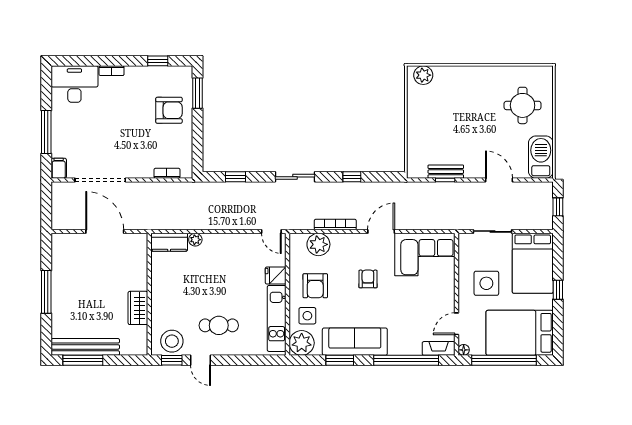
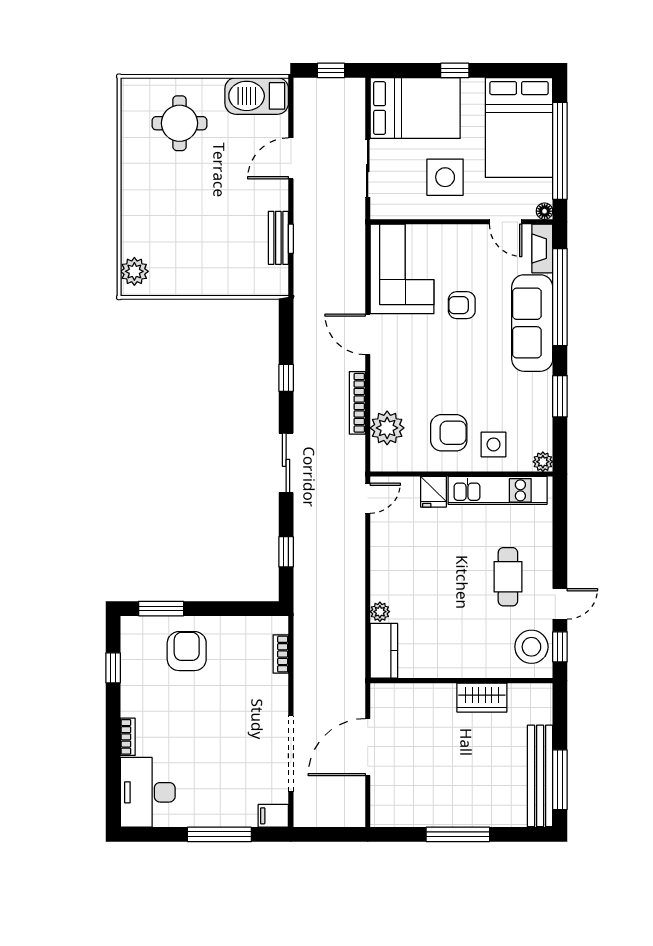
armchair: (368, 279) -> (462, 305), moved
sofa: (355, 342) -> (532, 323), moved
plant: (302, 343) -> (543, 462), width x0.53, depth x0.53

